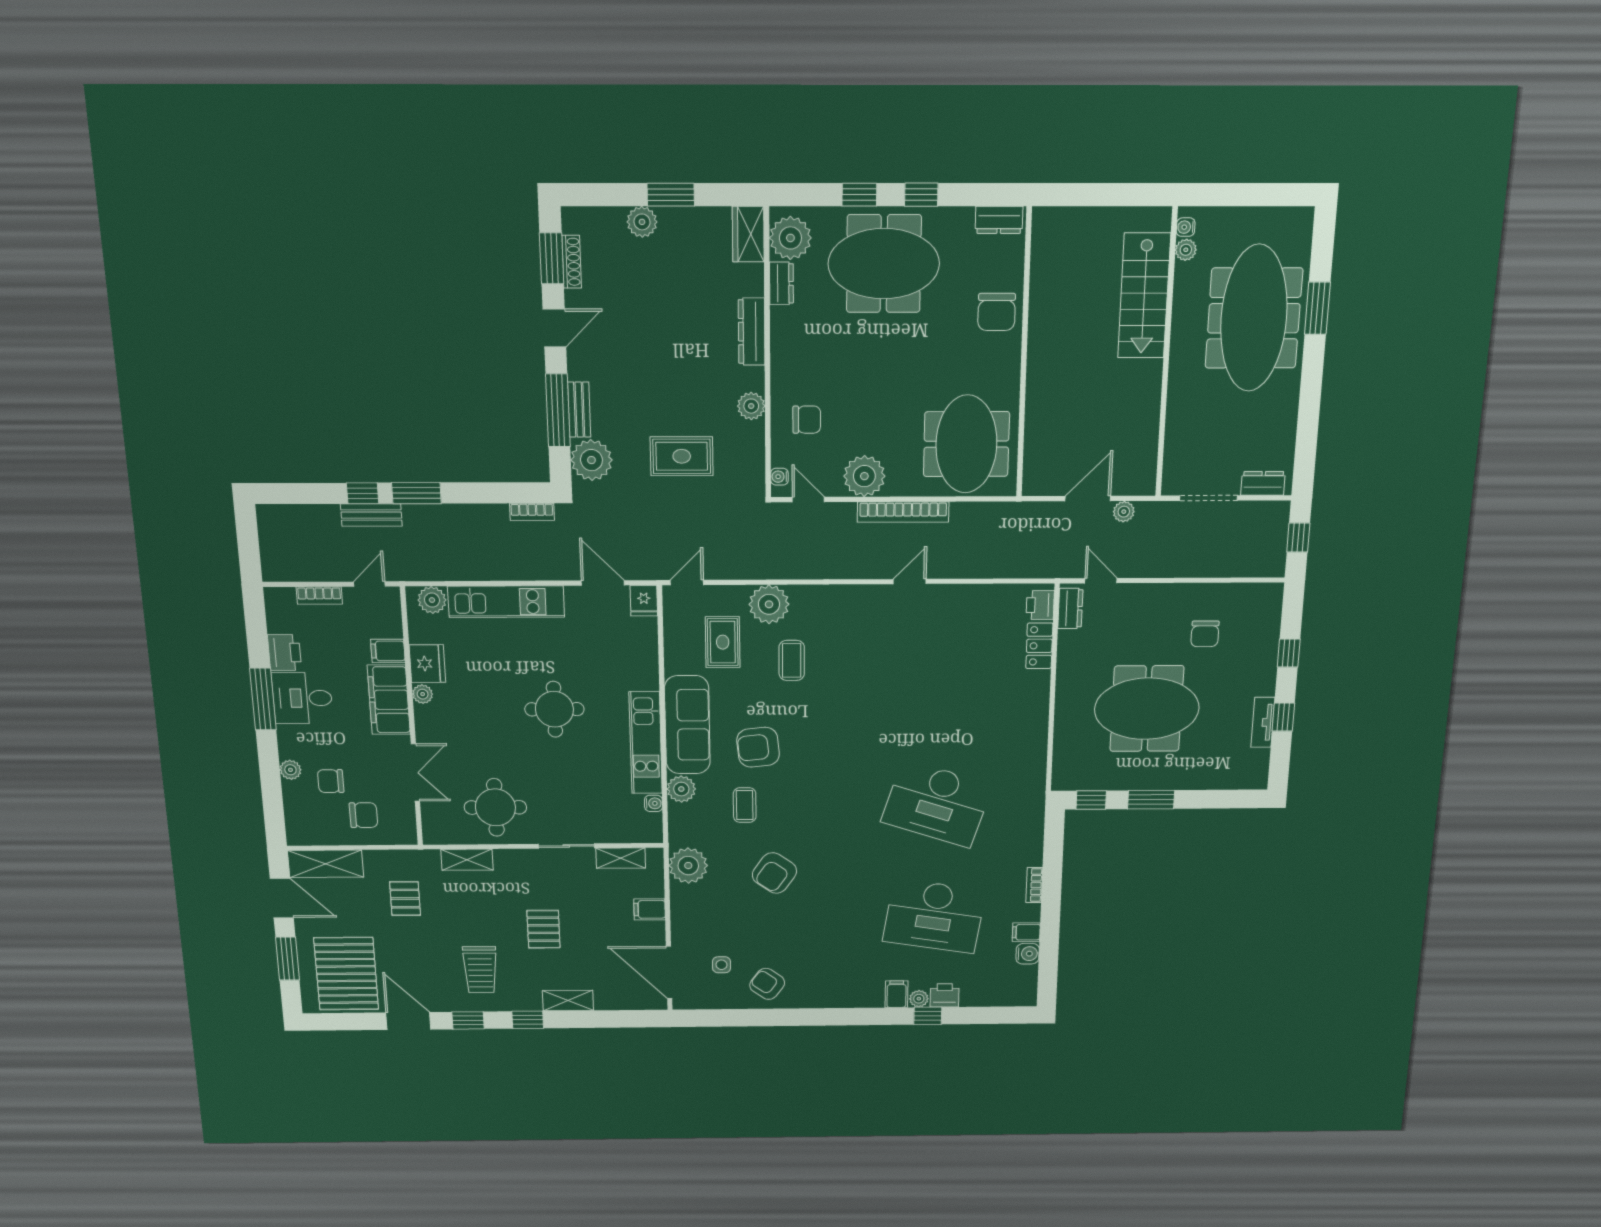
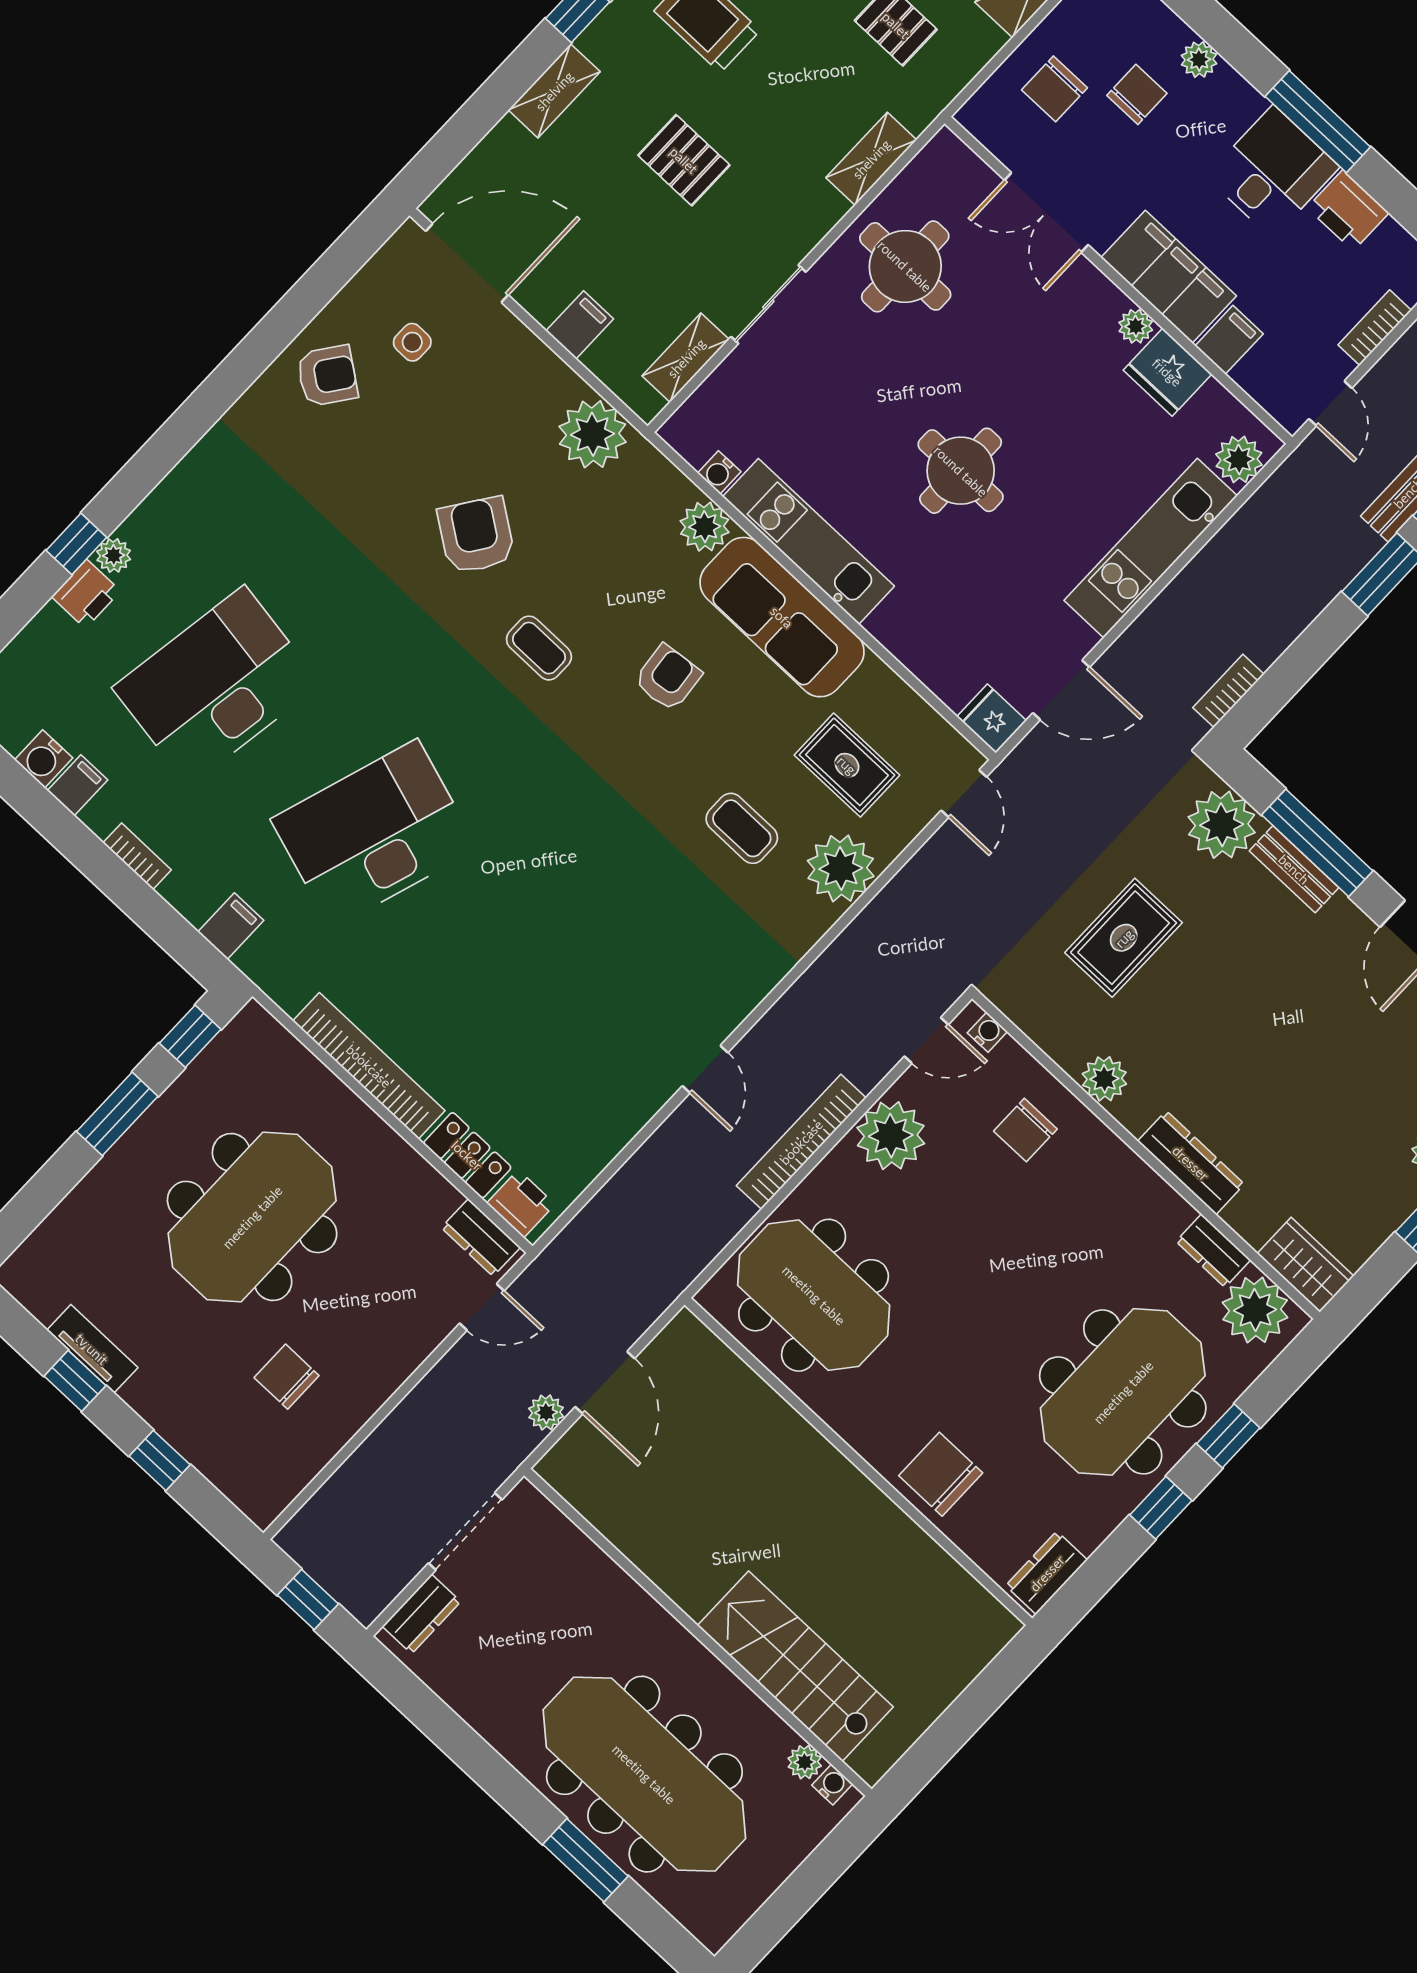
bookcase: (1038, 719) -> (369, 1066), added
armchair: (758, 747) -> (668, 678), width x0.72, depth x0.72
coffee table: (745, 805) -> (539, 648), moved
filing cabinet: (896, 994) -> (231, 926), moved, turned -90

